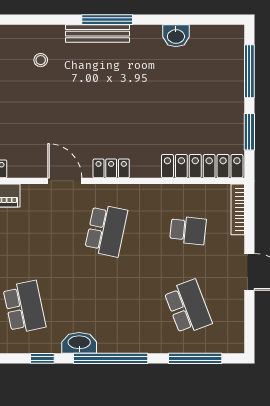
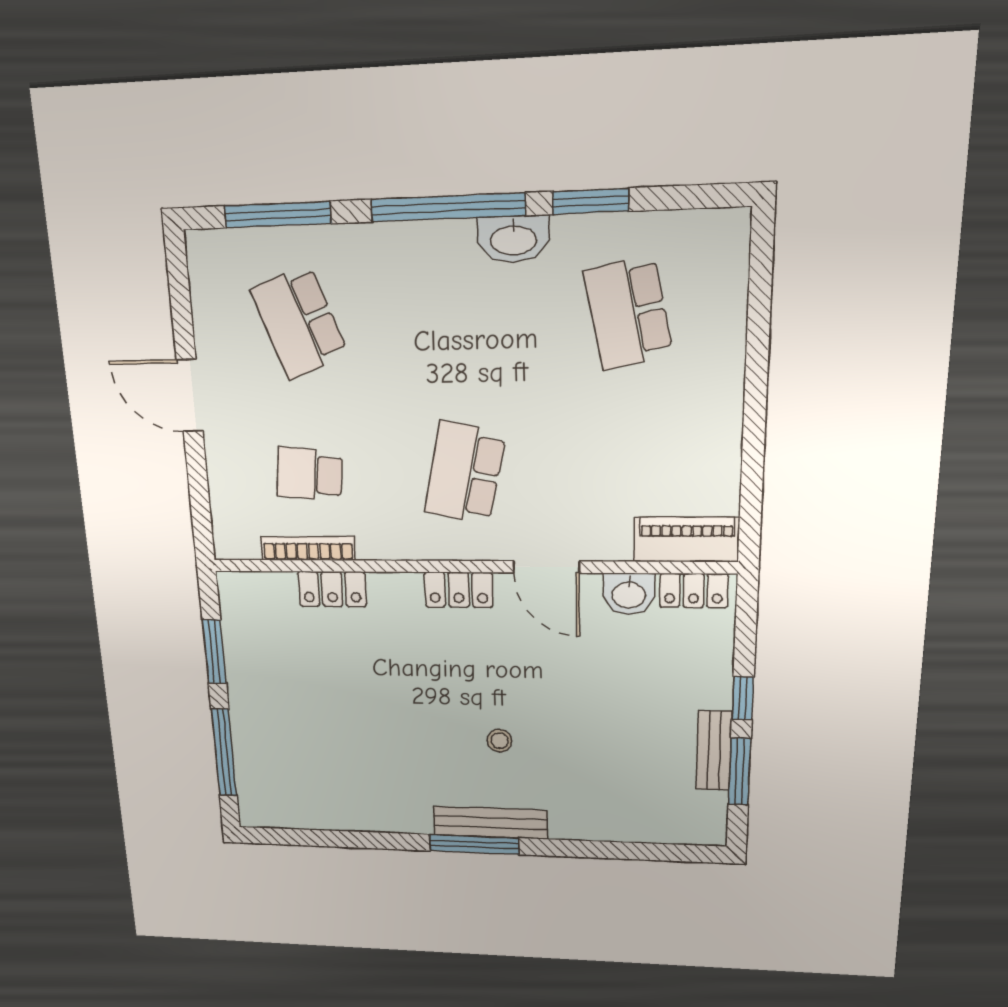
washbasin: (176, 36) -> (629, 594), moved, turned 180
stool: (41, 60) -> (500, 741), moved
locker: (202, 166) -> (332, 589), width x0.46, depth x0.83
bookcase: (238, 209) -> (308, 548), moved, turned -90
window: (42, 358) -> (591, 201), width x1.50

